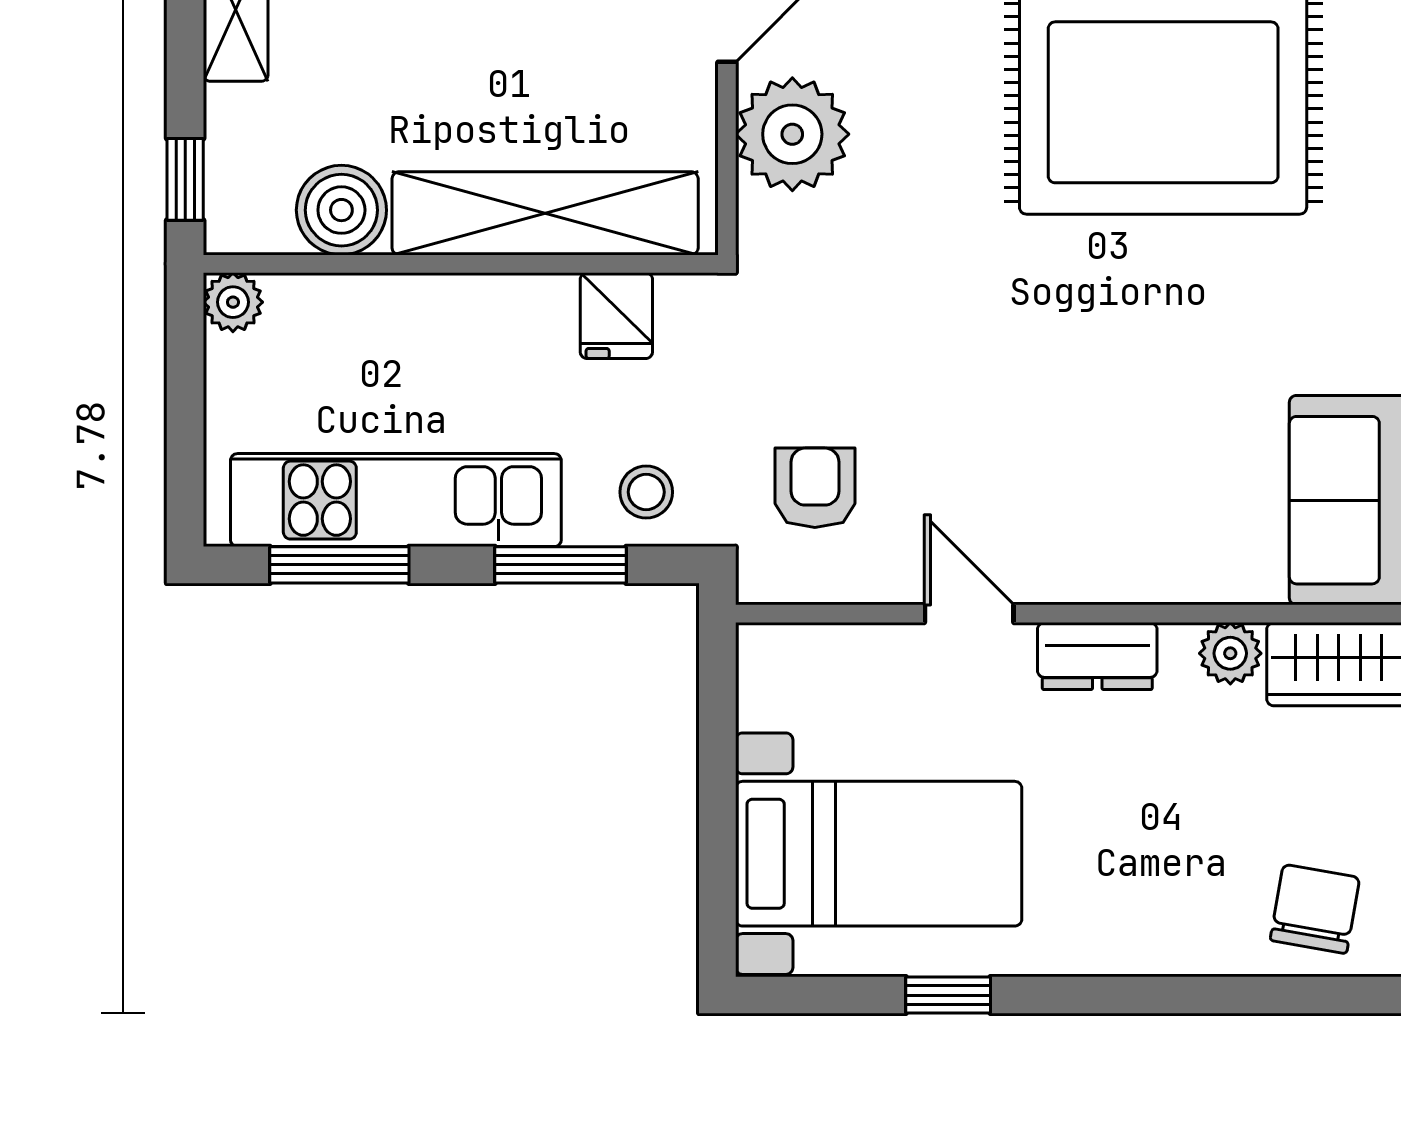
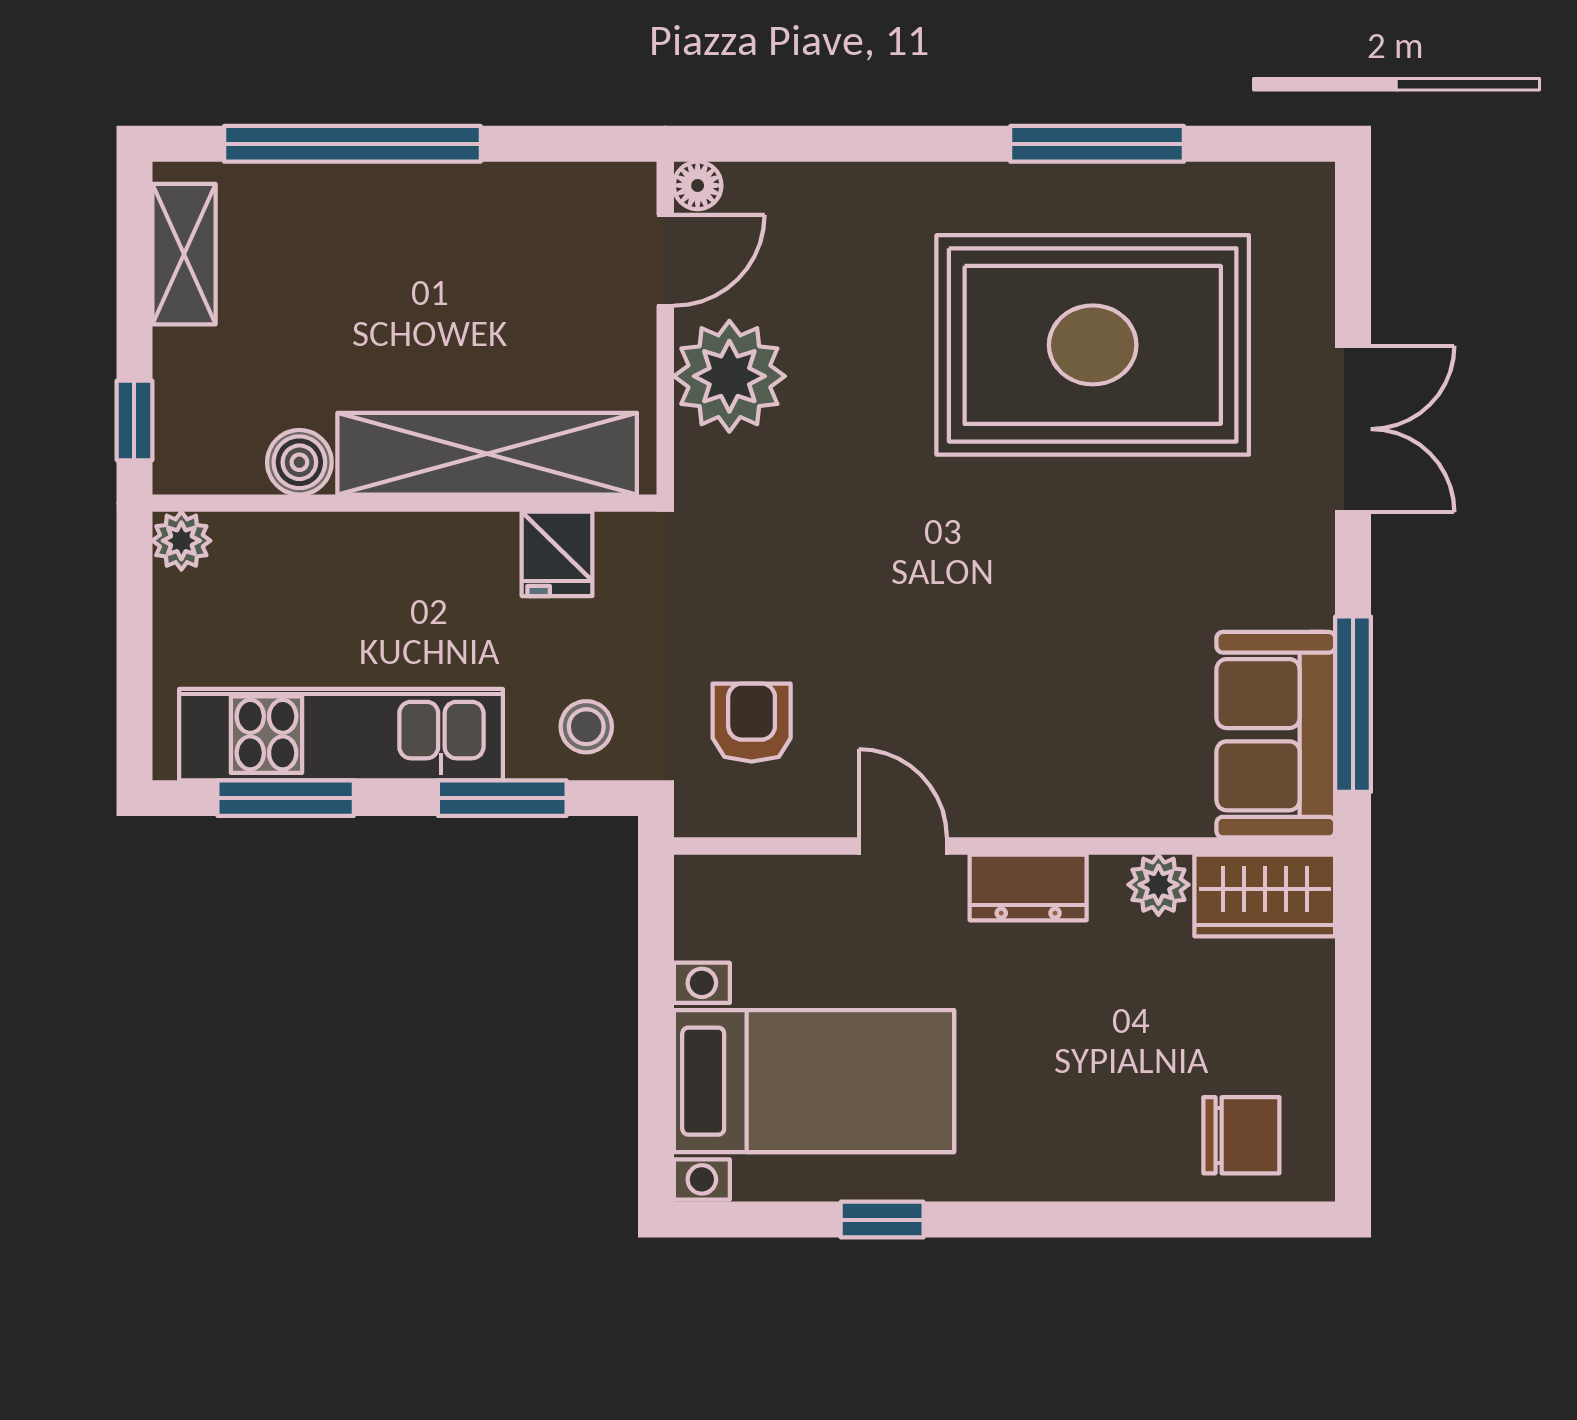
boiler: (341, 210) -> (299, 462), width x0.73, depth x0.73
chair: (1315, 909) -> (1241, 1135), turned 80

